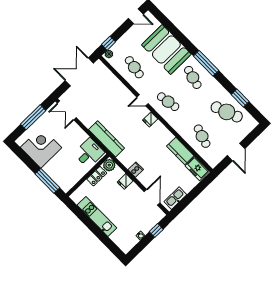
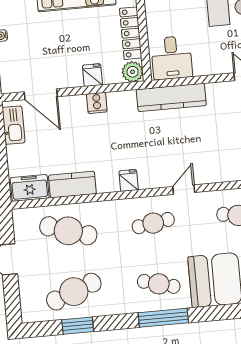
fridge: (150, 120) -> (129, 180), moved
cafe table: (202, 136) -> (68, 231), width x1.37, depth x1.35
locker: (97, 176) -> (131, 33), width x1.53

